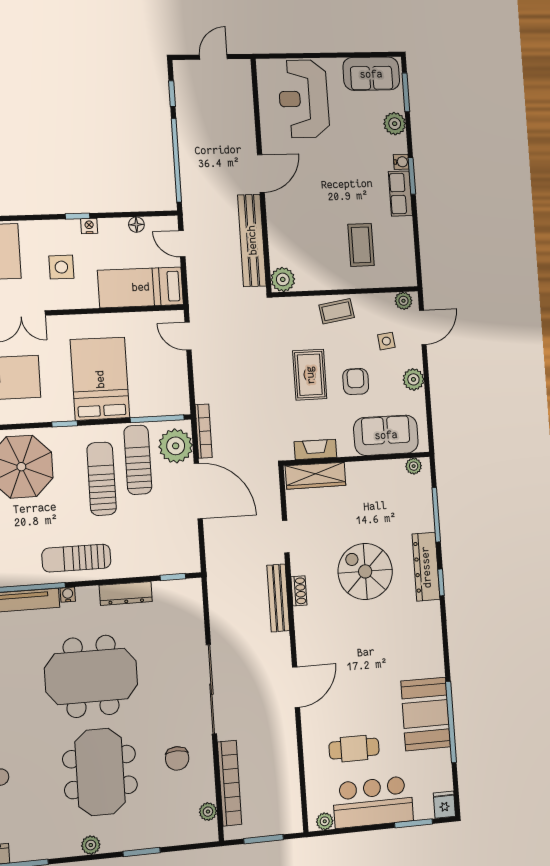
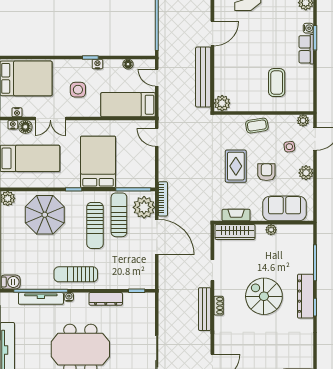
plant: (414, 466) -> (271, 230), moved
sun lounger: (102, 479) -> (95, 225), turned 180

